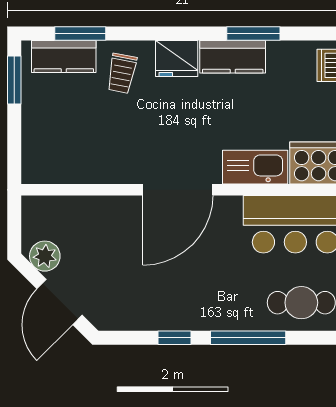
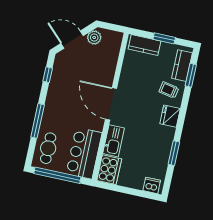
kitchen counter: (233, 57) -> (145, 45), moved, turned -90
window: (14, 80) -> (164, 38), moved
window: (175, 338) -> (48, 75), moved

